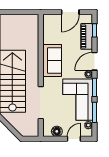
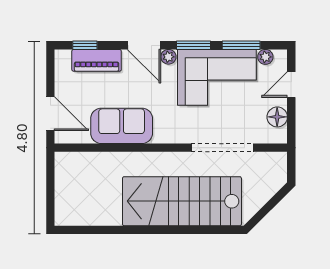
door: (70, 12) -> (50, 114), moved
sofa: (52, 60) -> (122, 126), moved
door: (74, 139) -> (291, 85), hinge flipped

